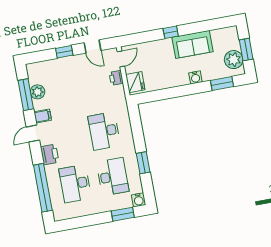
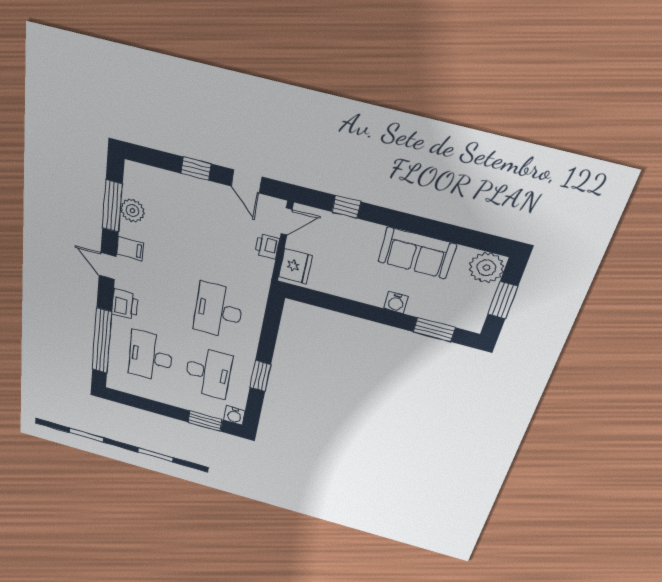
window: (171, 32) -> (346, 207), moved
plant: (234, 60) -> (486, 268), moved
door: (33, 134) -> (108, 266), hinge flipped

